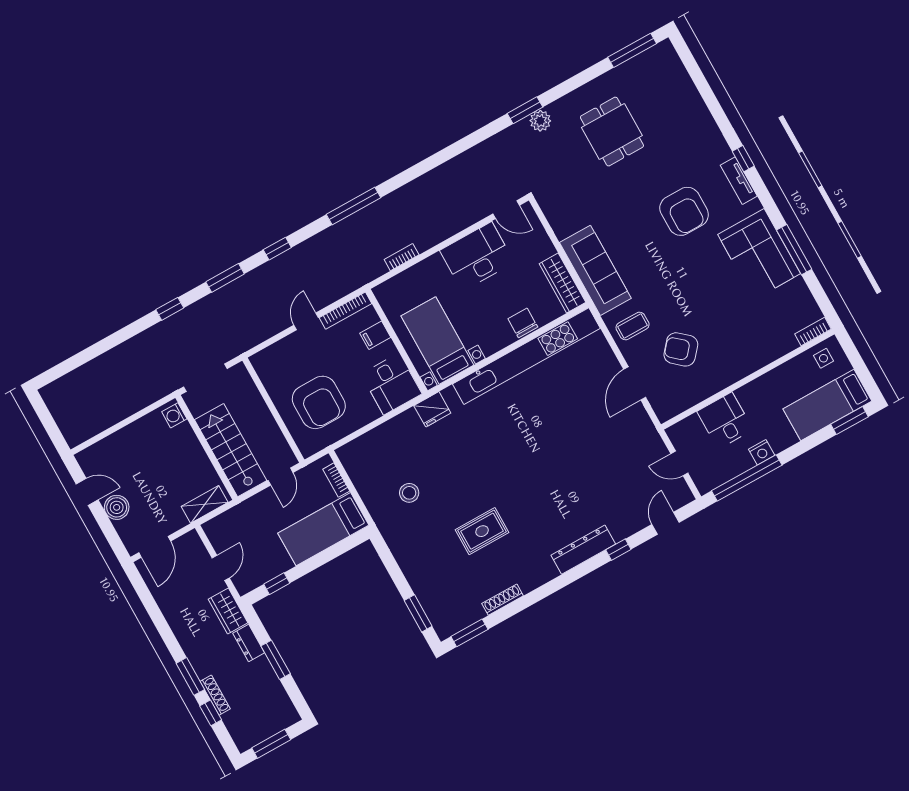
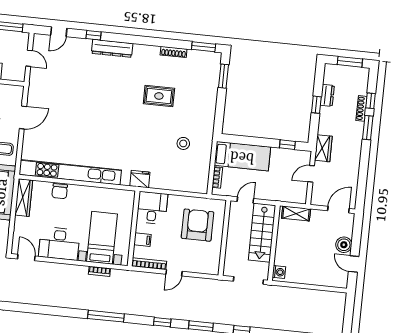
bed with nightstands: (437, 340) -> (102, 238), moved, turned 180
dresser: (249, 643) -> (327, 95), moved
window: (276, 660) -> (316, 105), width x0.67

